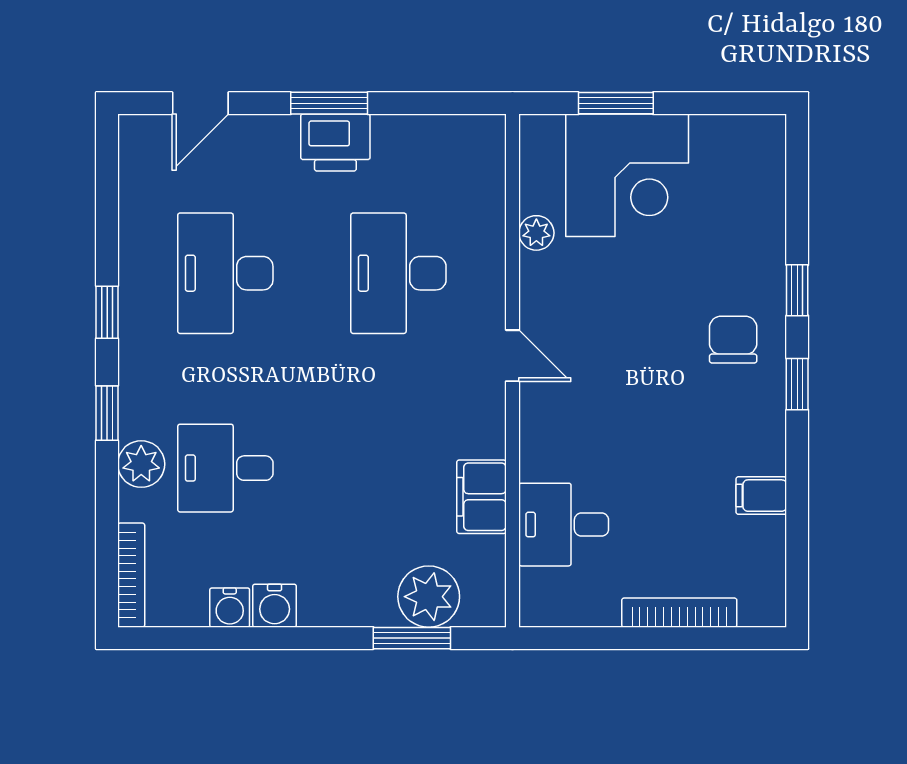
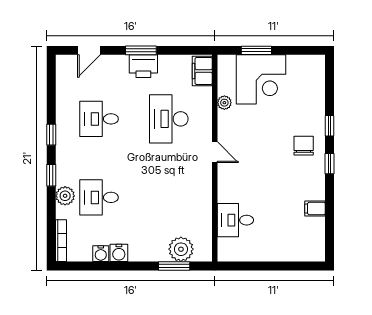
desk: (225, 273) -> (99, 119), width x0.73
filing cabinet: (481, 497) -> (202, 71), moved
bookcase: (679, 613) -> (282, 256), removed

